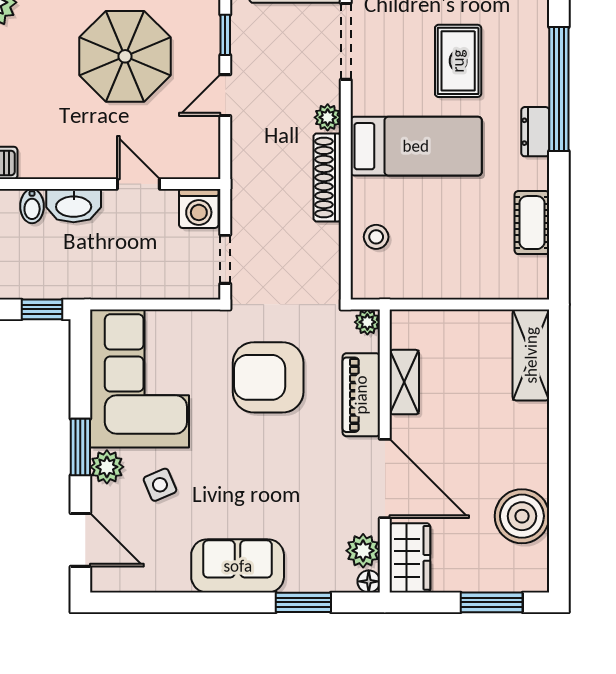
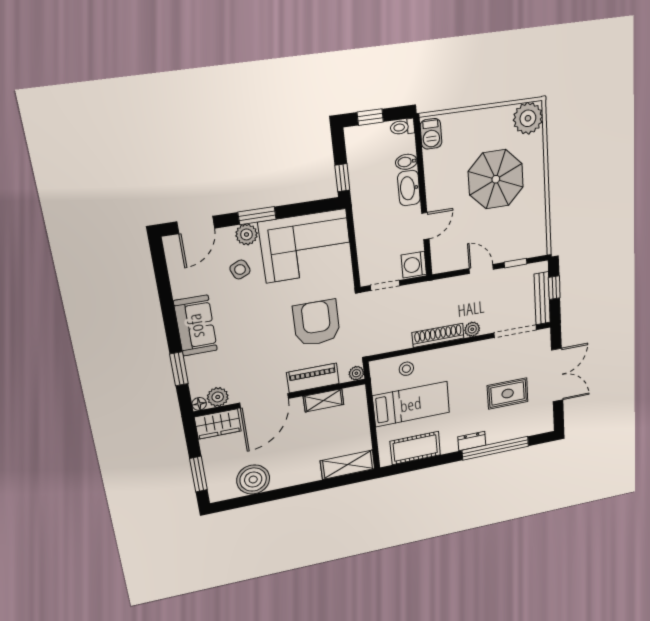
parasol: (125, 56) -> (496, 179), moved
bed: (416, 146) -> (411, 404), moved, turned -90
cot: (532, 223) -> (415, 448), width x1.37, depth x1.34

